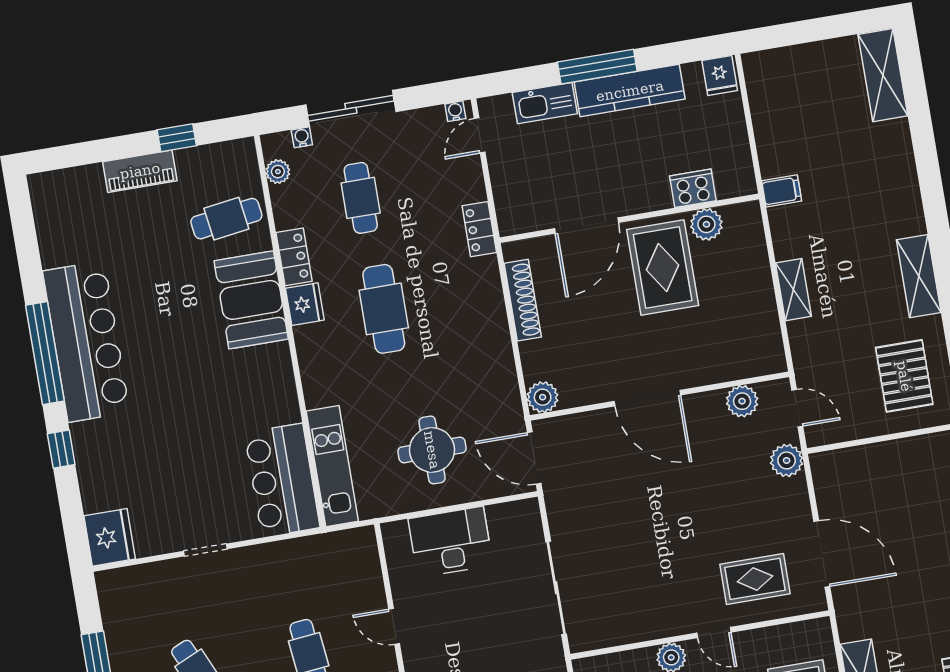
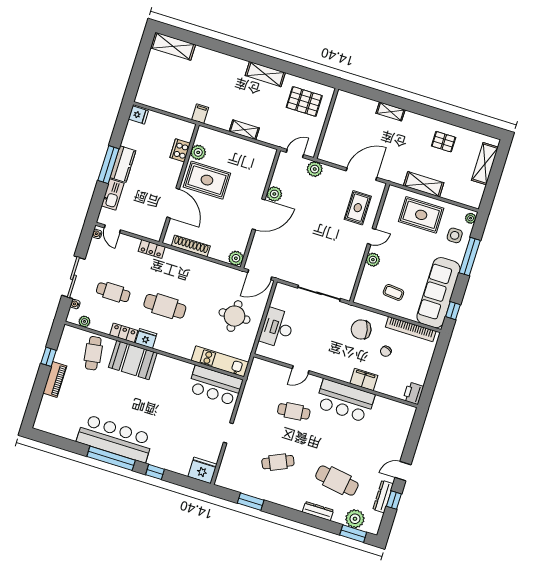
kitchen counter: (630, 91) -> (123, 164), width x0.67
plant: (742, 401) -> (274, 194), moved

